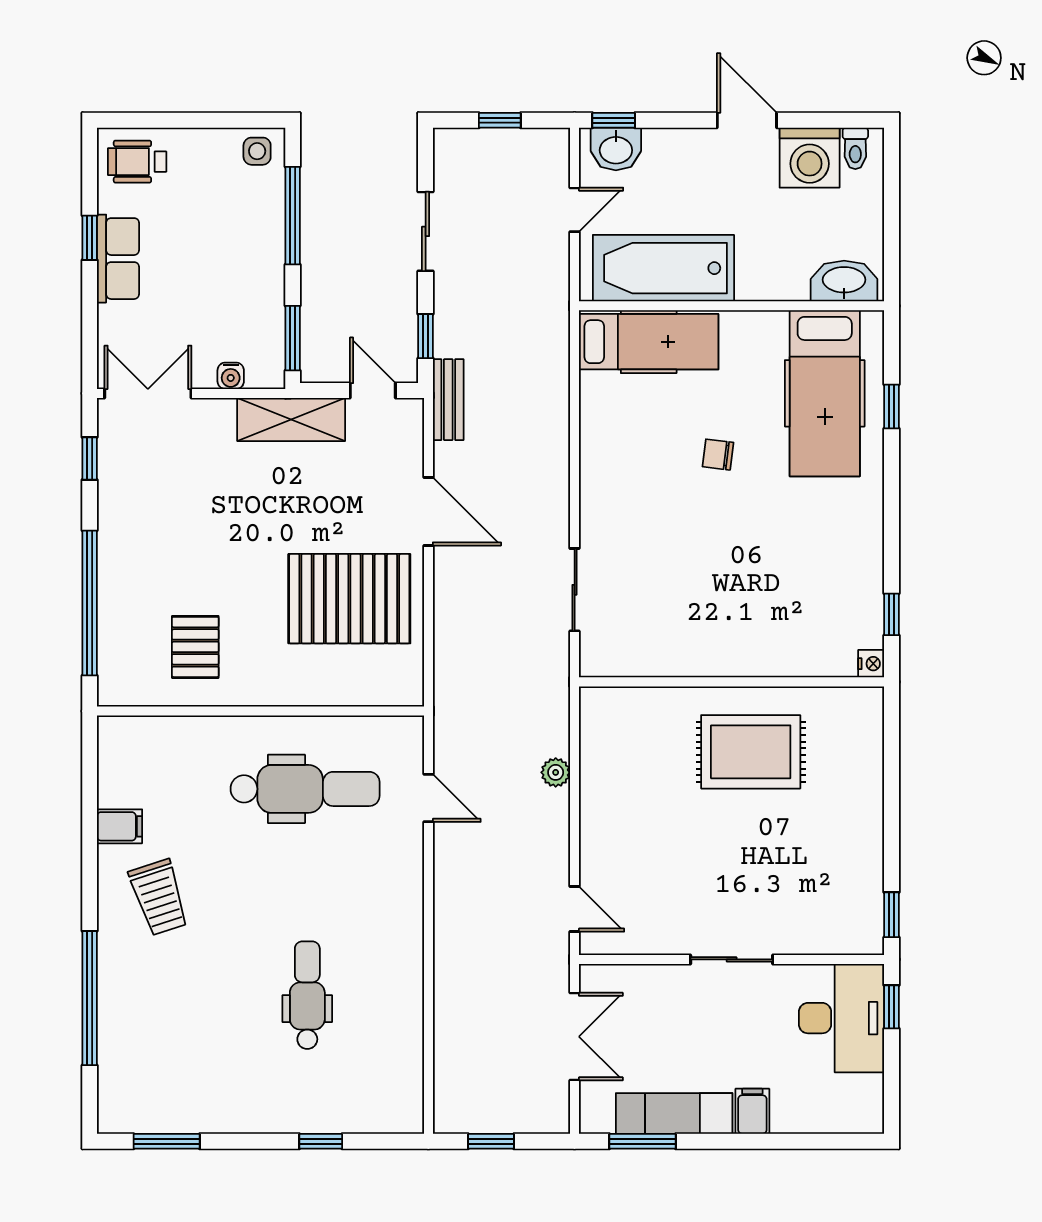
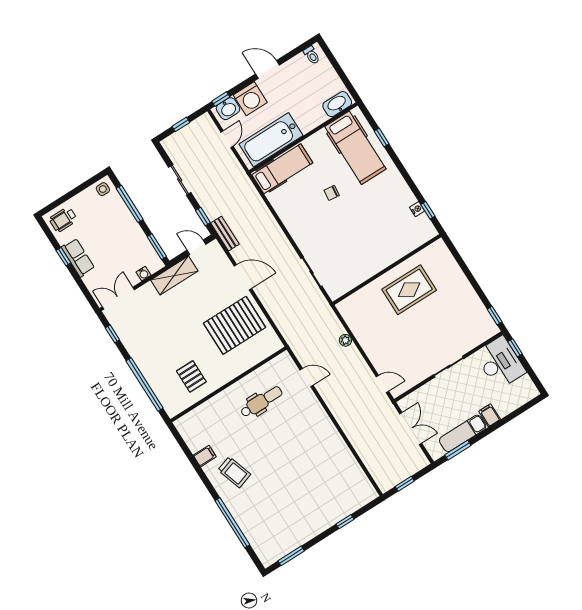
washing machine: (810, 158) -> (250, 99), moved
nightstand: (871, 664) -> (417, 209), moved
dental chair: (305, 789) -> (261, 402), width x0.73, depth x0.72
dental chair: (307, 995) -> (308, 473), removed

